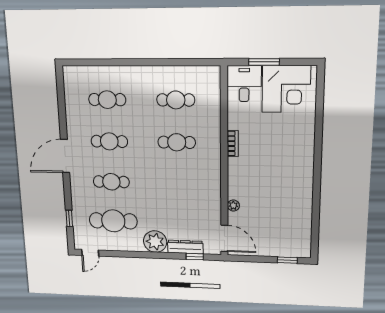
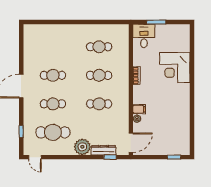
corner desk: (286, 89) -> (175, 68), moved, turned 90
cafe table: (107, 100) -> (99, 104), moved
filing cabinet: (237, 192) -> (139, 109), added
door: (224, 238) -> (131, 143), hinge flipped
door: (90, 253) -> (35, 157), hinge flipped

